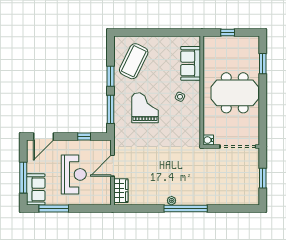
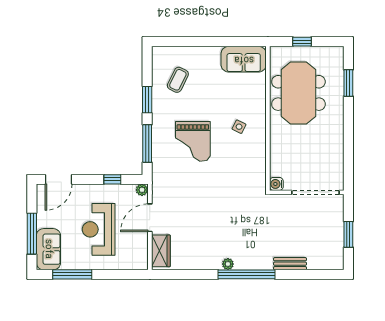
coffee table: (134, 61) -> (178, 80), width x0.54, depth x0.58
sofa: (191, 63) -> (244, 59), moved, turned -90
meeting table: (235, 93) -> (298, 93), moved, turned 90
grand piano: (145, 108) -> (193, 141), turned 180
plant: (106, 144) -> (142, 190), added
reception desk: (74, 174) -> (99, 229), turned 180
bench: (219, 200) -> (290, 264), added

